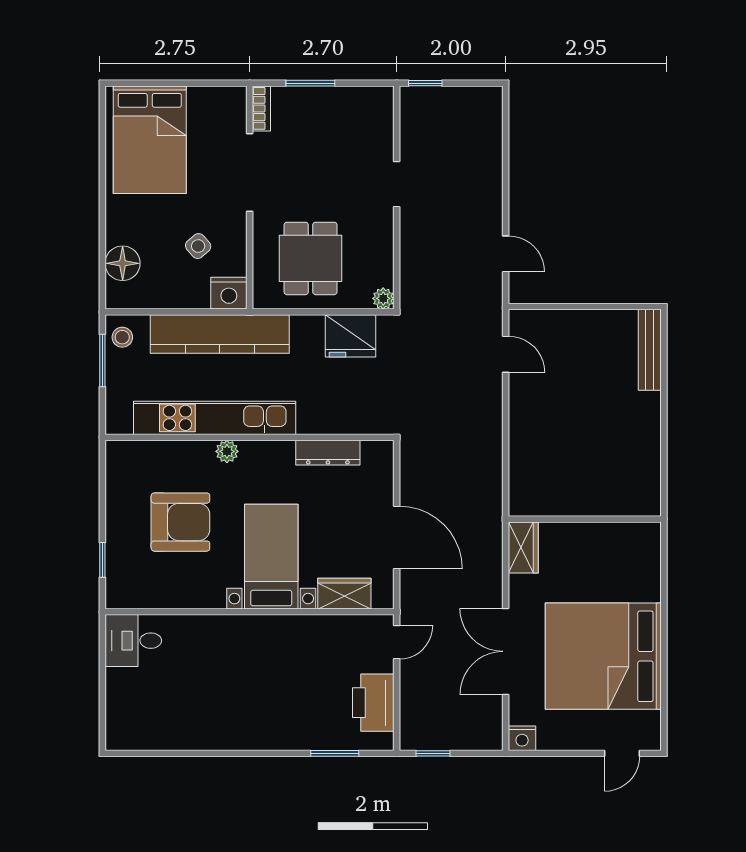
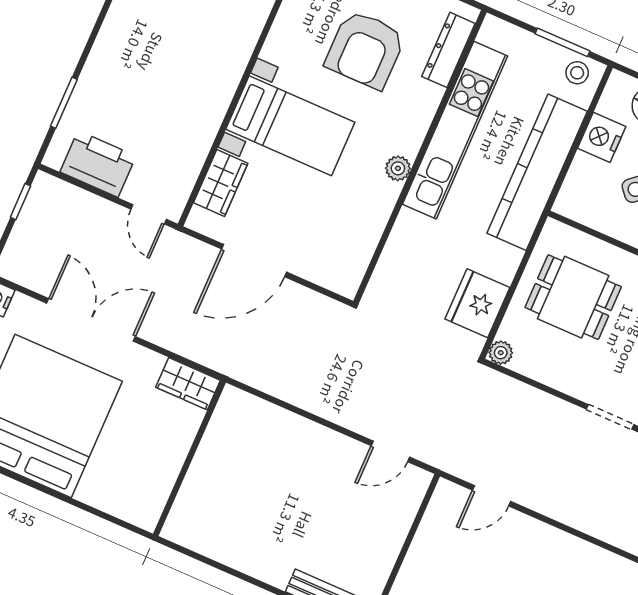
nightstand: (229, 293) -> (602, 137), moved
plant: (227, 451) -> (398, 168), moved
dresser: (328, 453) -> (448, 50), moved

